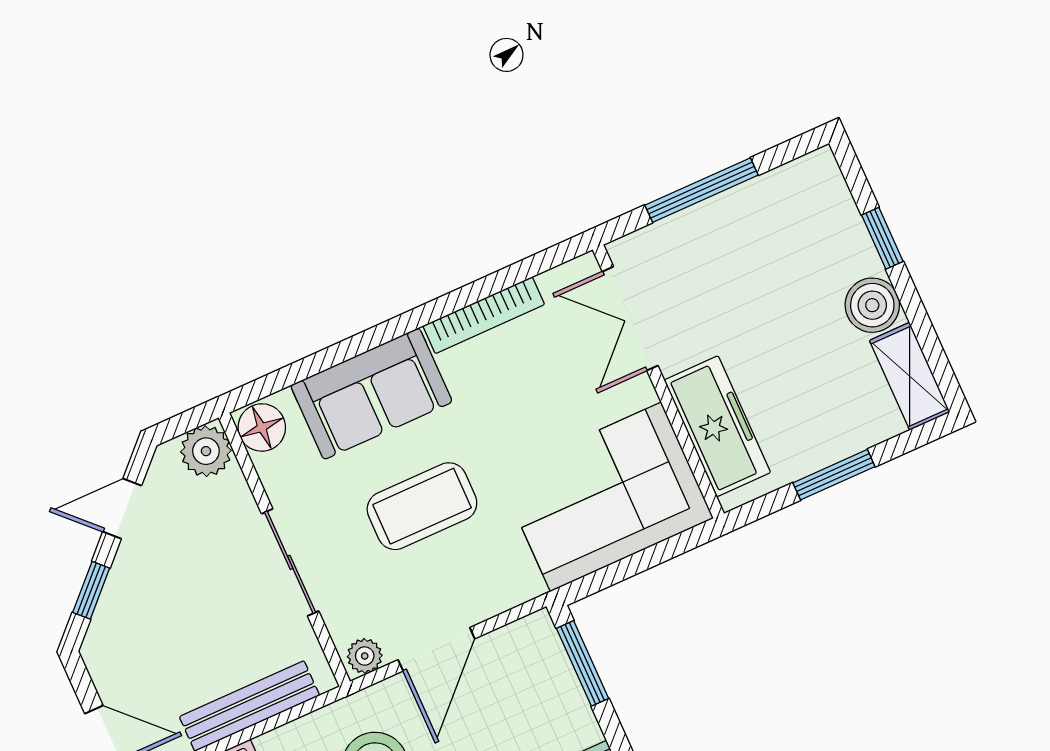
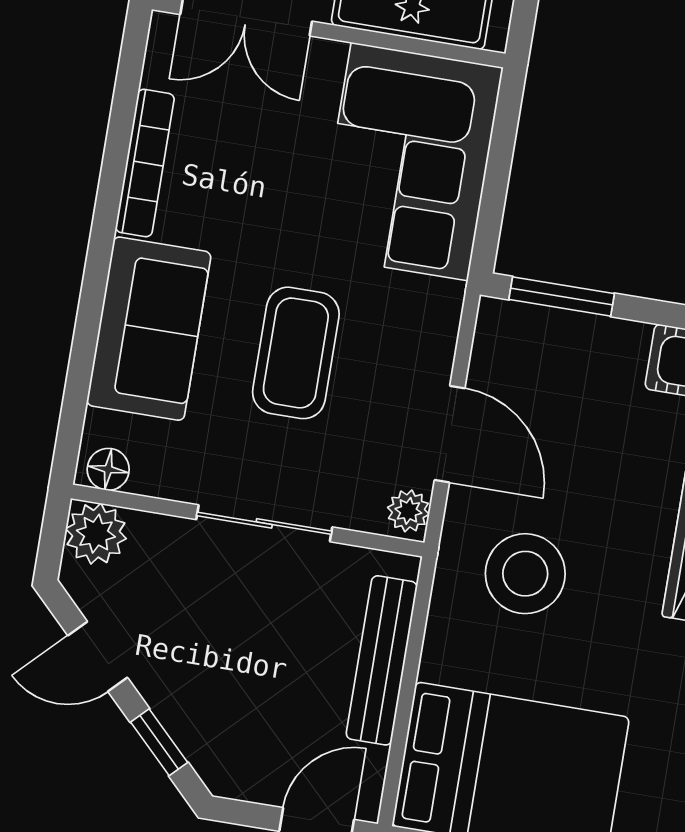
floor lamp: (262, 427) -> (108, 469), width x0.73, depth x0.73
door: (122, 509) -> (98, 657), hinge flipped

